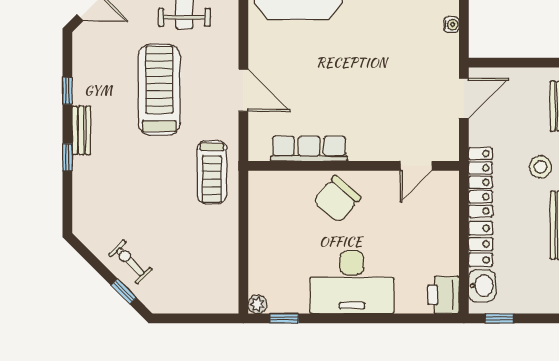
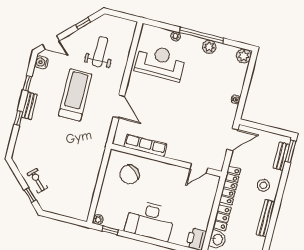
water cooler: (83, 46) -> (41, 62), added
treadmill: (212, 172) -> (92, 145), removed
chair: (337, 199) -> (130, 174), moved

